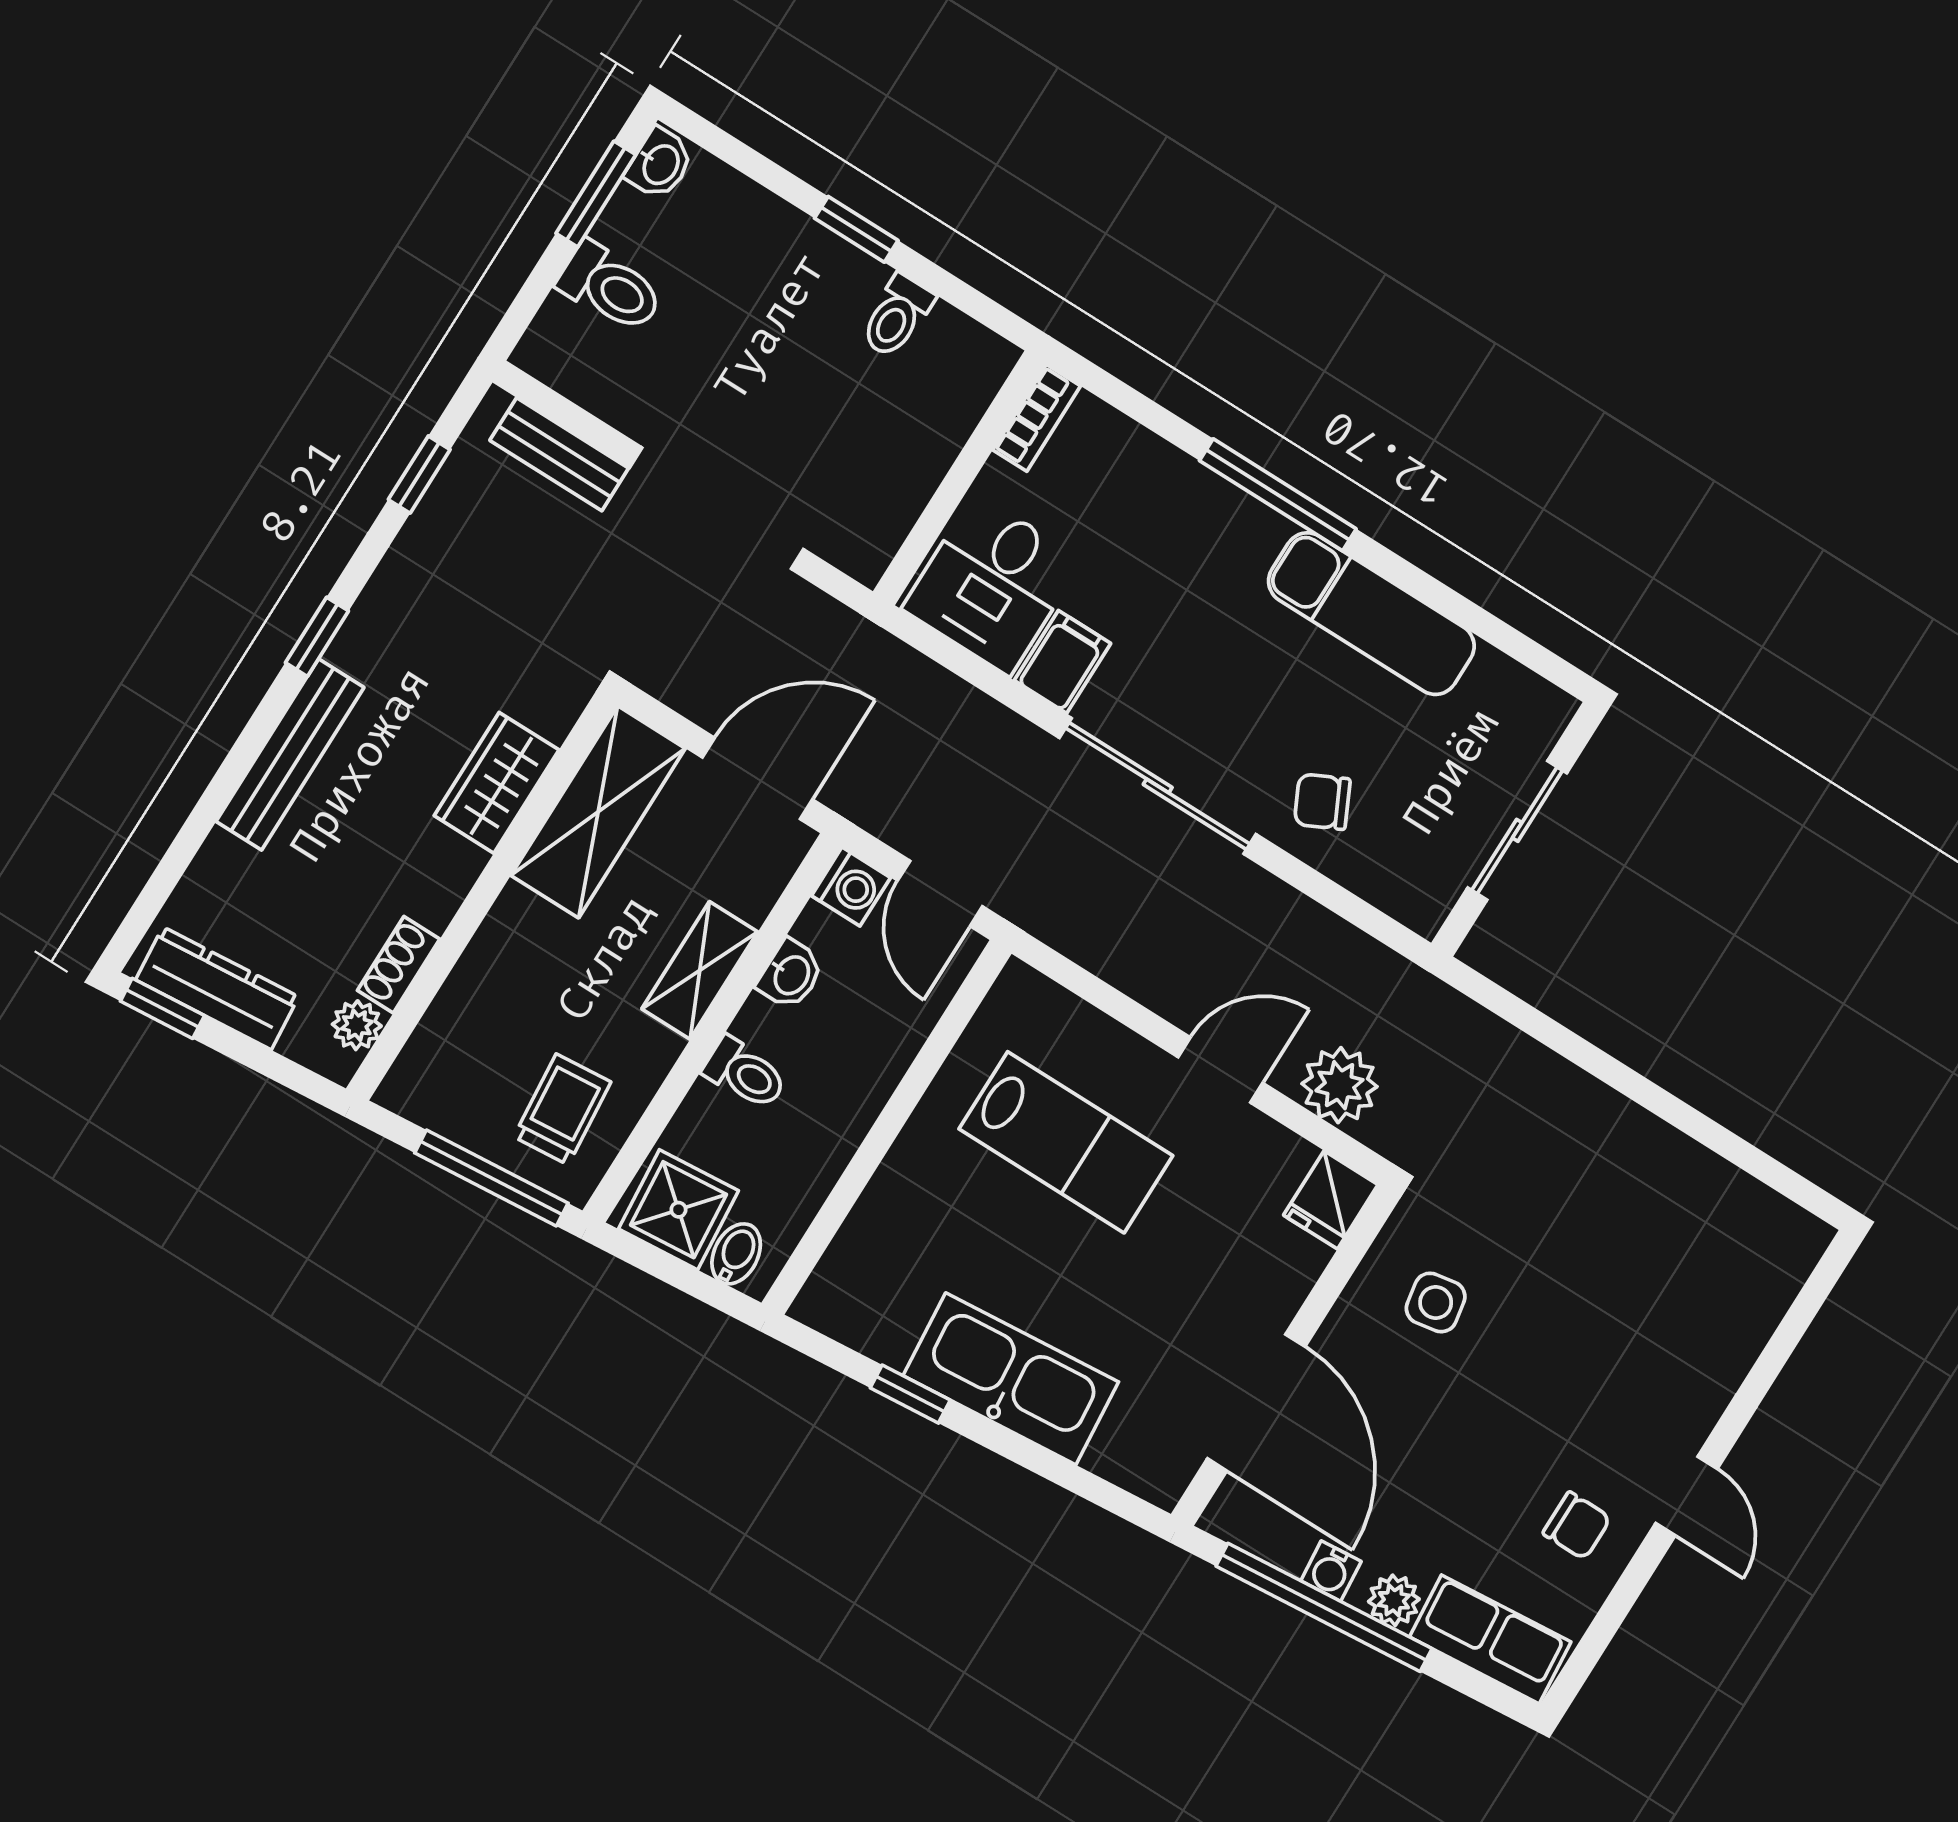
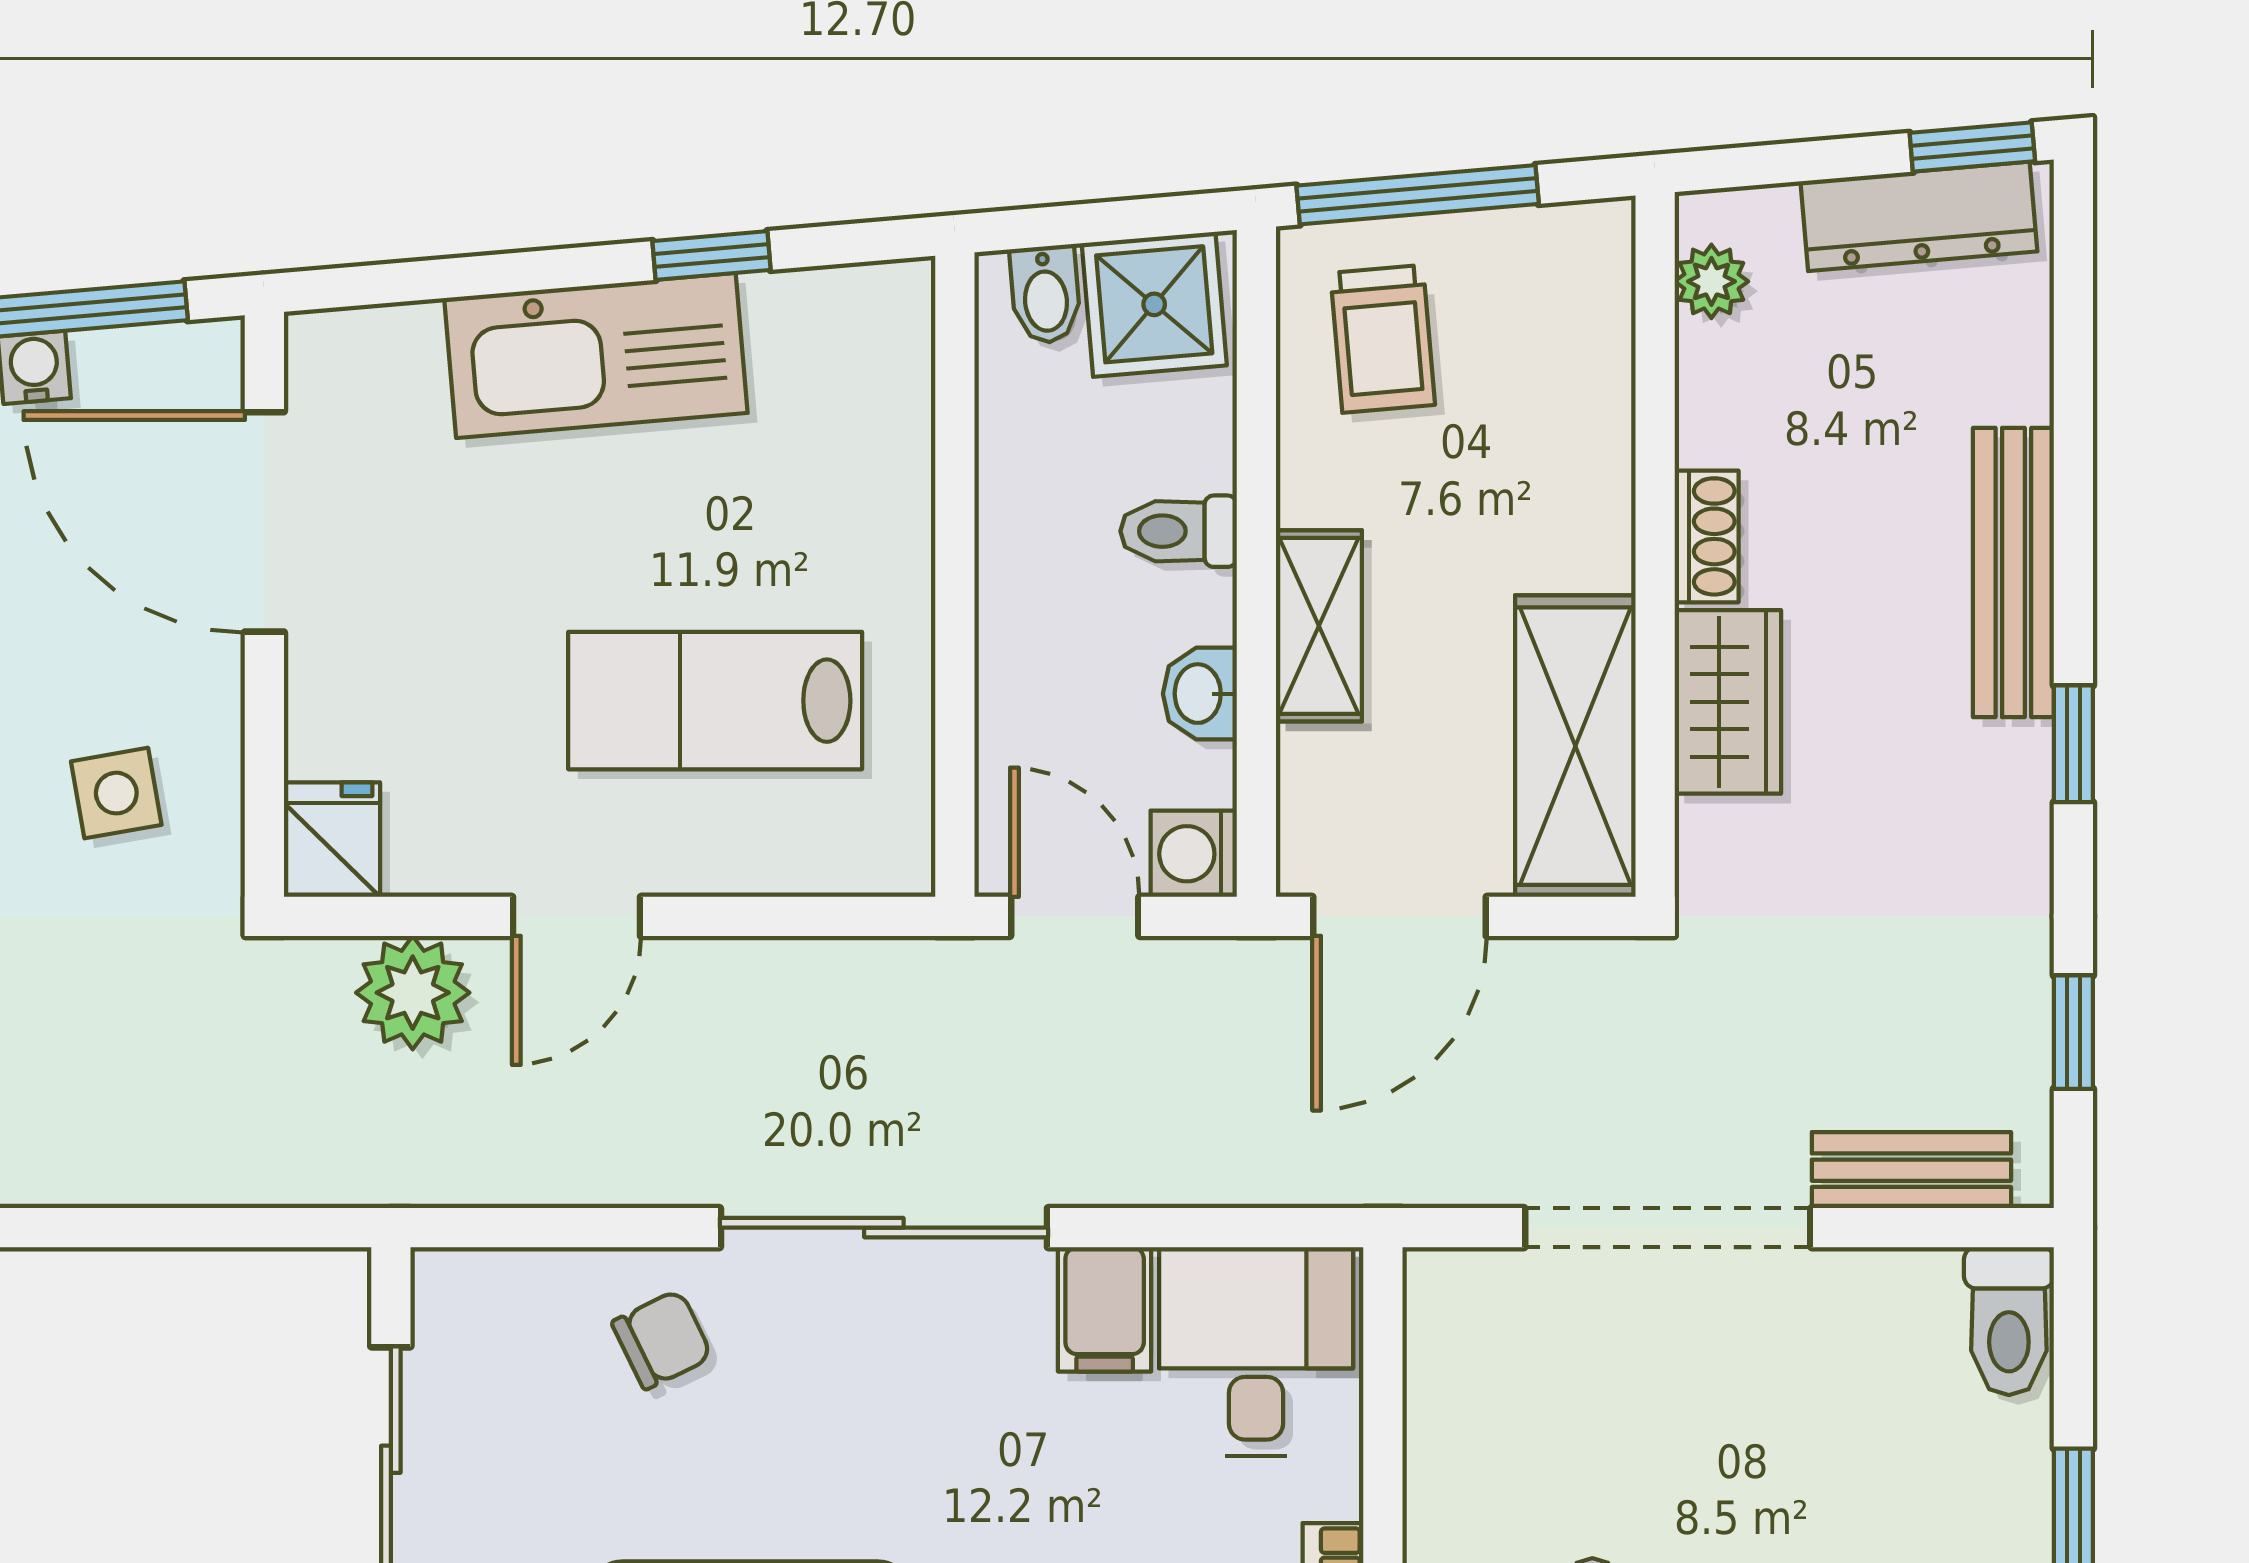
toilet: (610, 287) -> (2009, 1321), moved, turned -90
shoe rack: (399, 965) -> (1707, 536), moved

